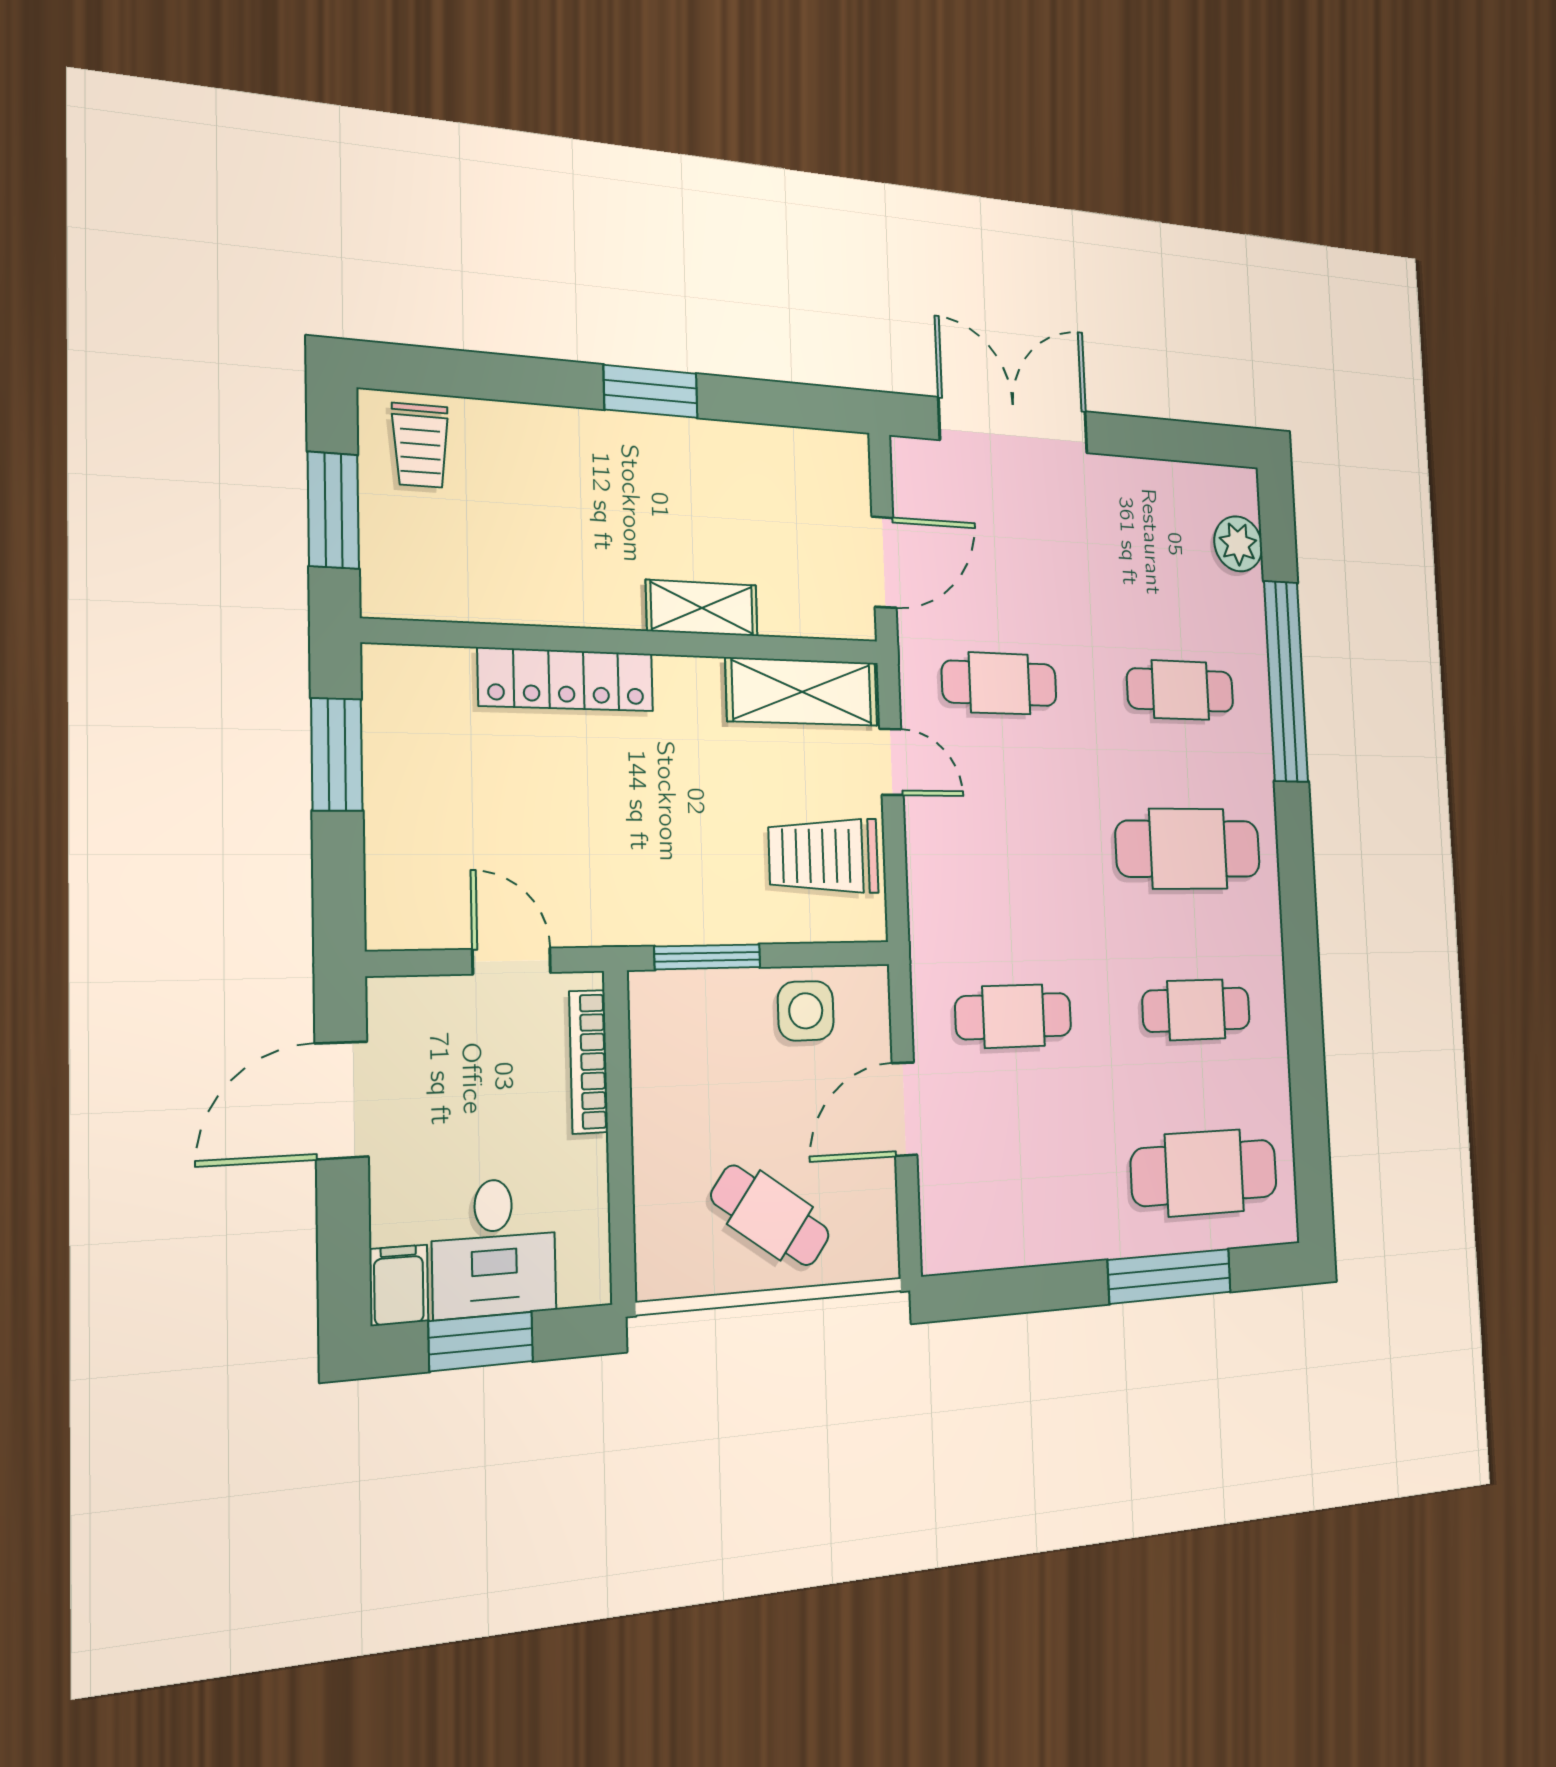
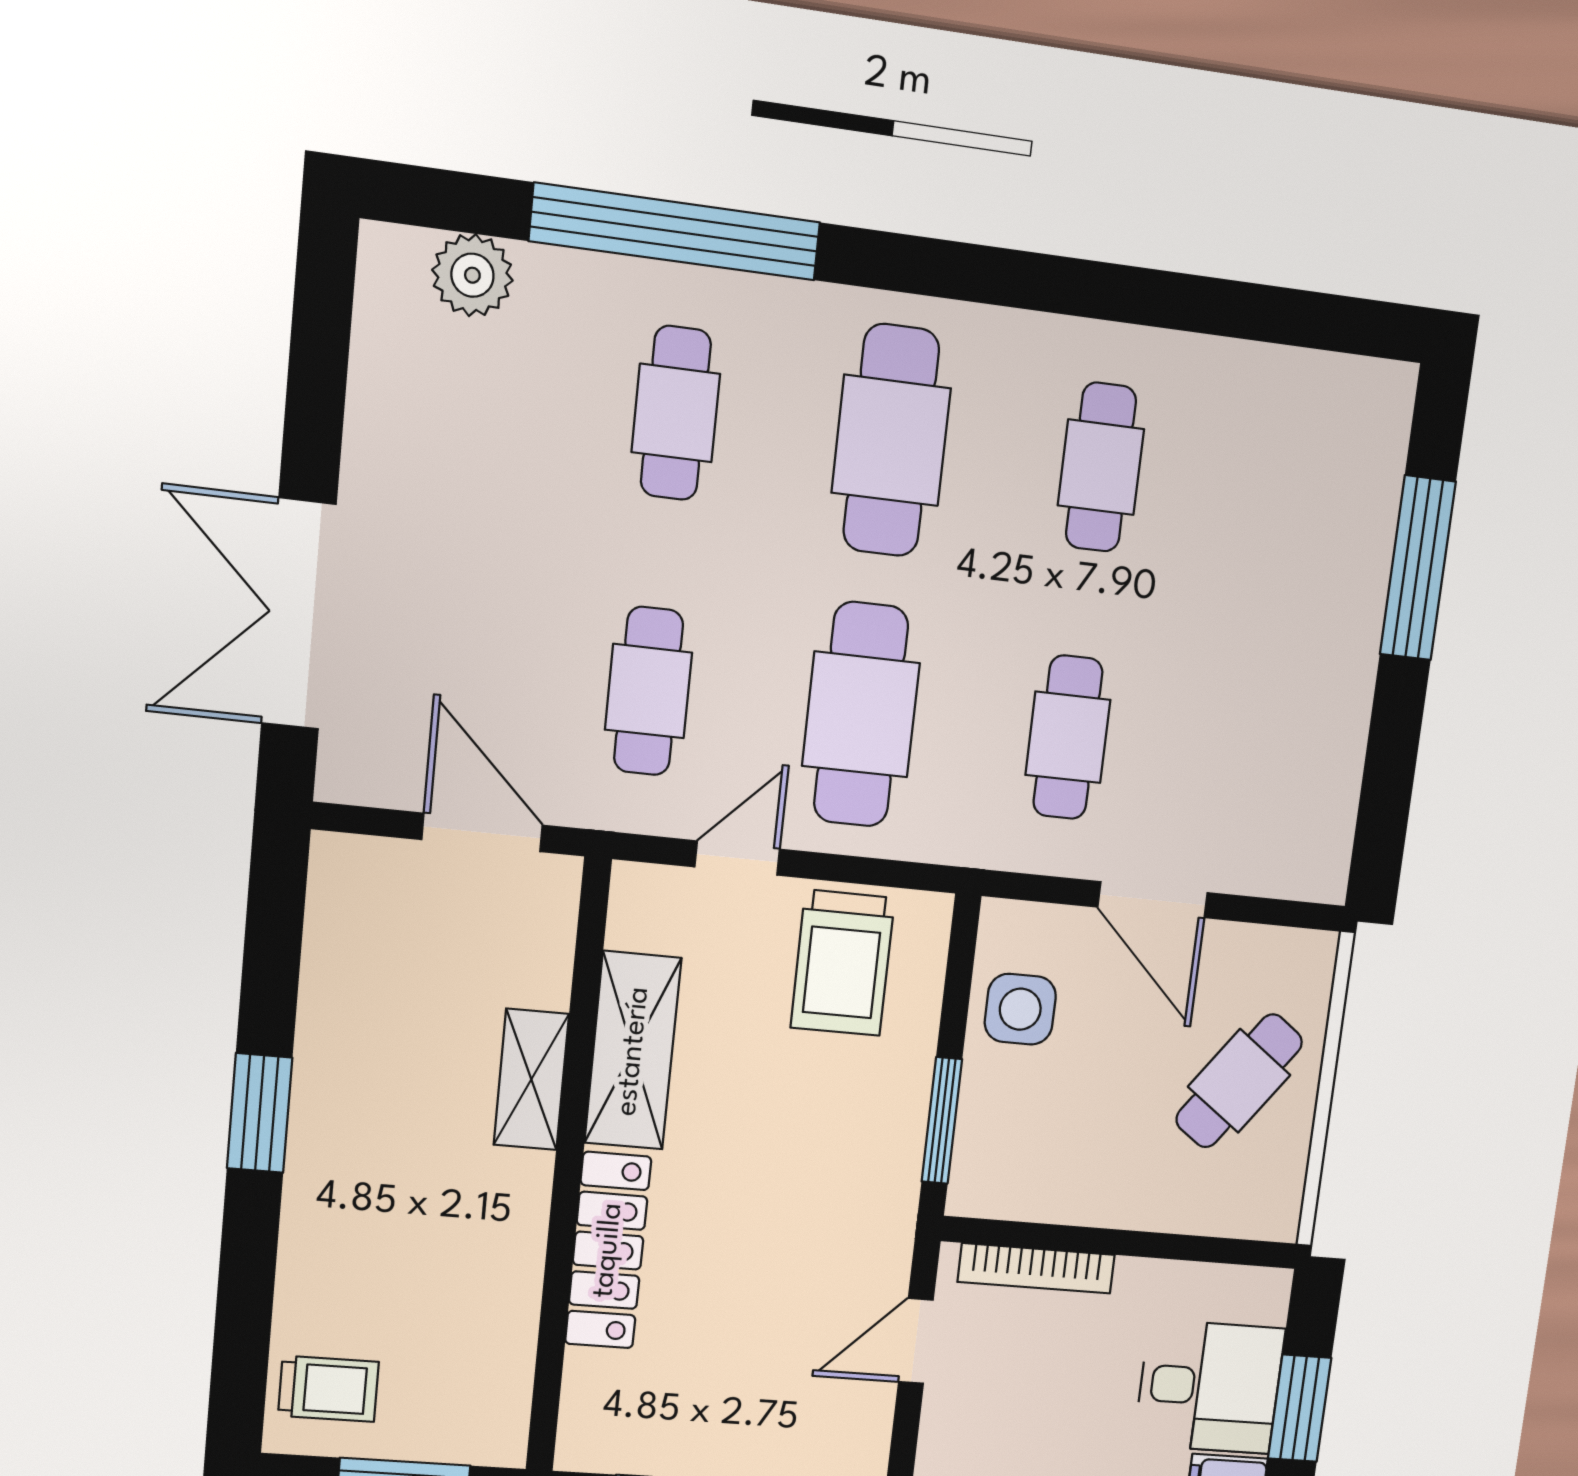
shelving: (802, 692) -> (633, 1051), moved
cafe table: (1204, 1173) -> (861, 715), moved

